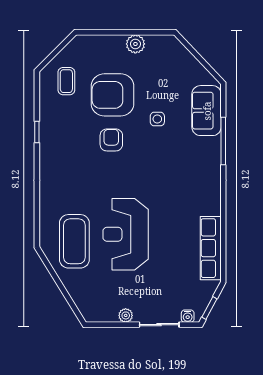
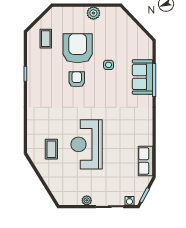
armchair: (113, 95) -> (78, 48), turned 90
sofa: (207, 111) -> (142, 77), moved
coffee table: (74, 241) -> (51, 149), width x0.54, depth x0.58
row of seats: (211, 248) -> (145, 161), width x0.68

